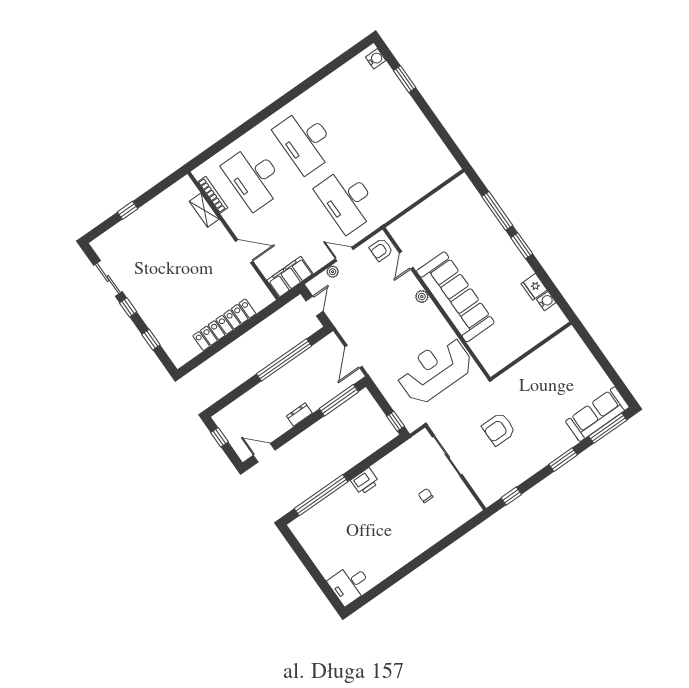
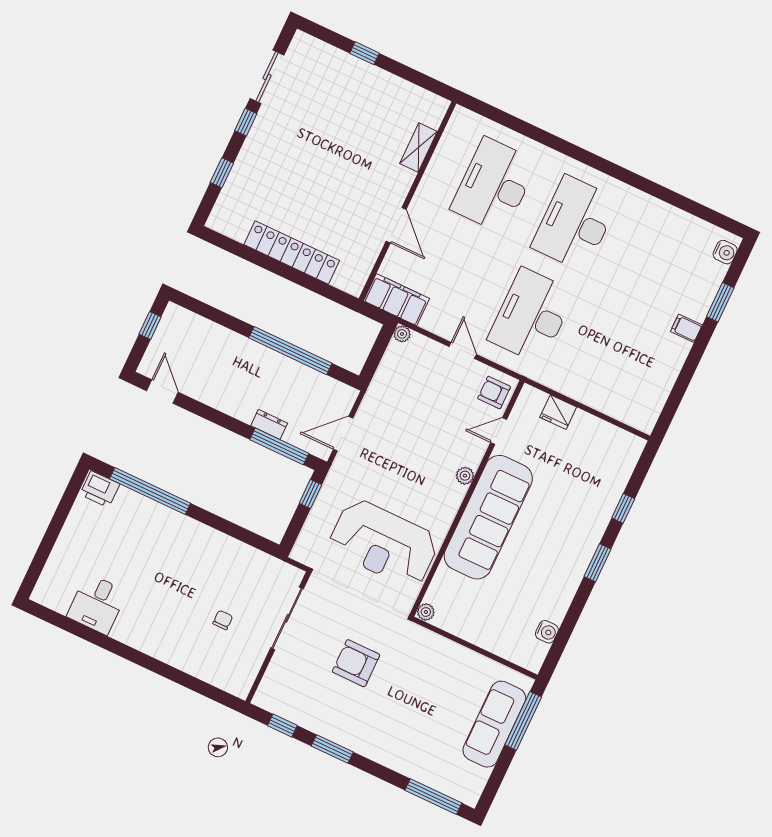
filing cabinet: (409, 109) -> (686, 328), added
bookcase: (213, 195) -> (443, 147), removed
window: (497, 211) -> (623, 508), width x0.46
plant: (333, 272) -> (402, 334), moved
fridge: (534, 287) -> (558, 412), moved, turned -90
door: (315, 306) -> (378, 350), removed
window: (593, 347) -> (523, 721), added
plant: (492, 368) -> (426, 612), added
reception desk: (435, 370) -> (384, 543), turned 180
sofa: (597, 414) -> (494, 724), moved, turned -90
dresser: (299, 415) -> (269, 424), moved
window: (396, 421) -> (310, 494), moved
window: (563, 460) -> (332, 749), moved
printer: (365, 481) -> (100, 489), moved
desk: (350, 584) -> (97, 604), moved, turned -90

